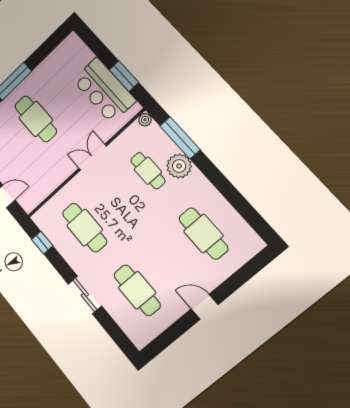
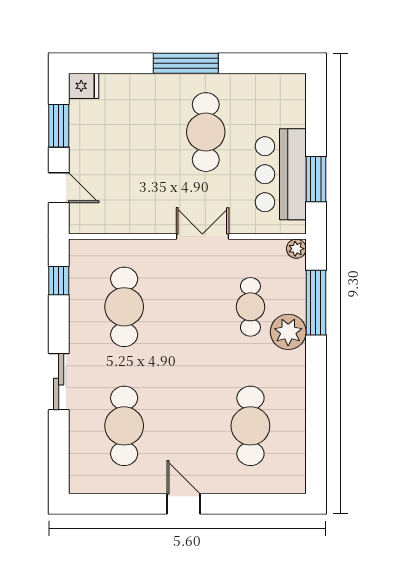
cafe table: (36, 119) -> (206, 132), moved

